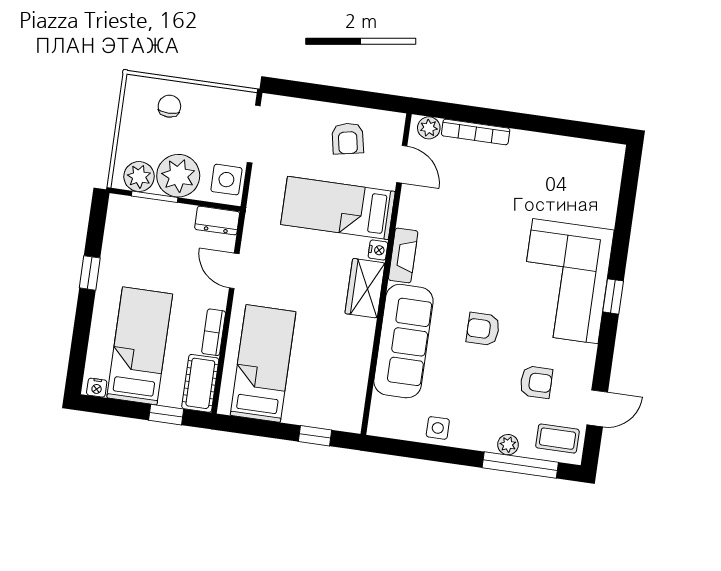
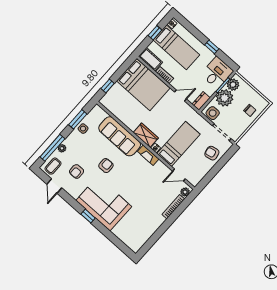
armchair: (348, 139) -> (212, 153), moved
desk: (137, 226) -> (217, 73), added
bed: (263, 363) -> (143, 85), width x1.50
window: (166, 415) -> (155, 33), moved
window: (426, 452) -> (78, 119), added

